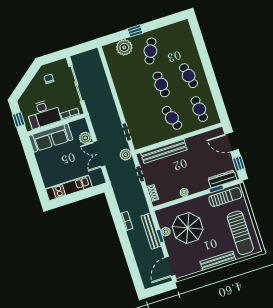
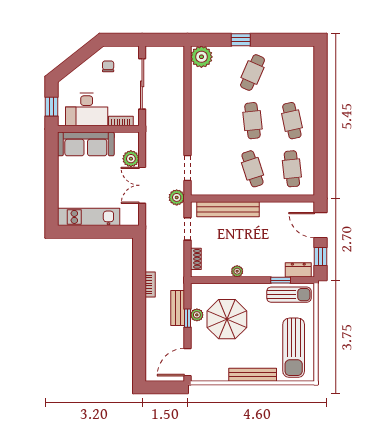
plant: (124, 47) -> (201, 57), moved
dresser: (222, 179) -> (298, 270), width x0.70
bench: (151, 231) -> (178, 308), width x0.73

